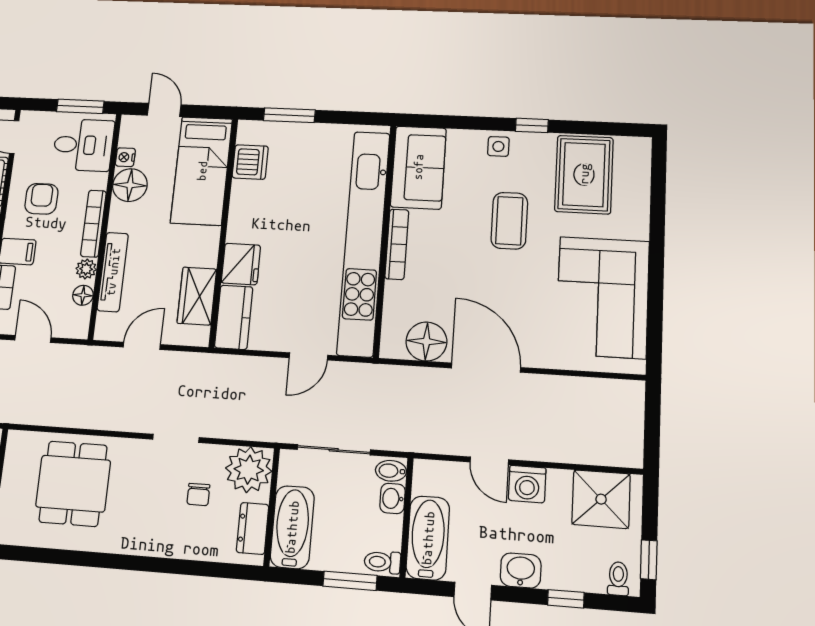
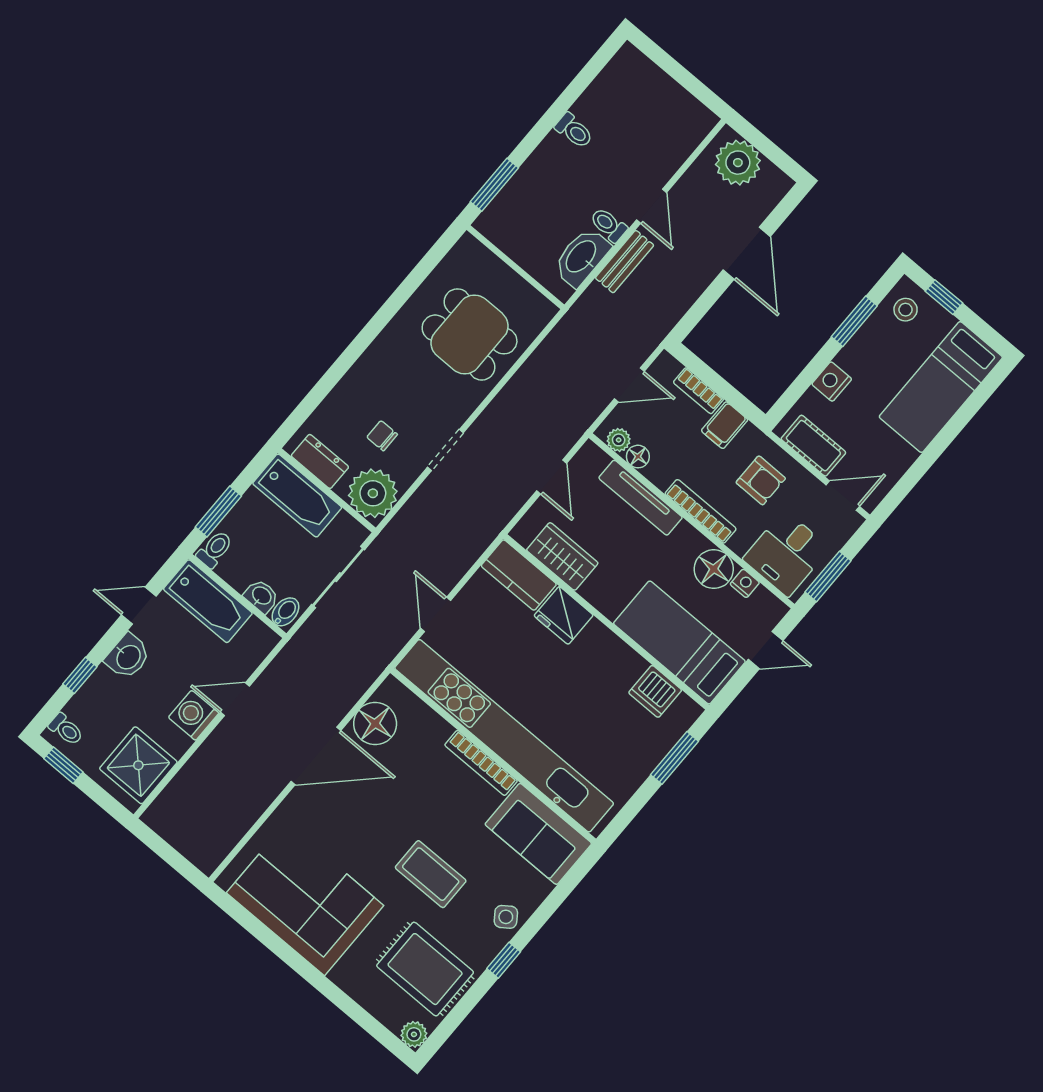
side table: (498, 146) -> (506, 917), turned -36
plant: (639, 148) -> (414, 1034), added
plant: (86, 269) -> (619, 440), moved

